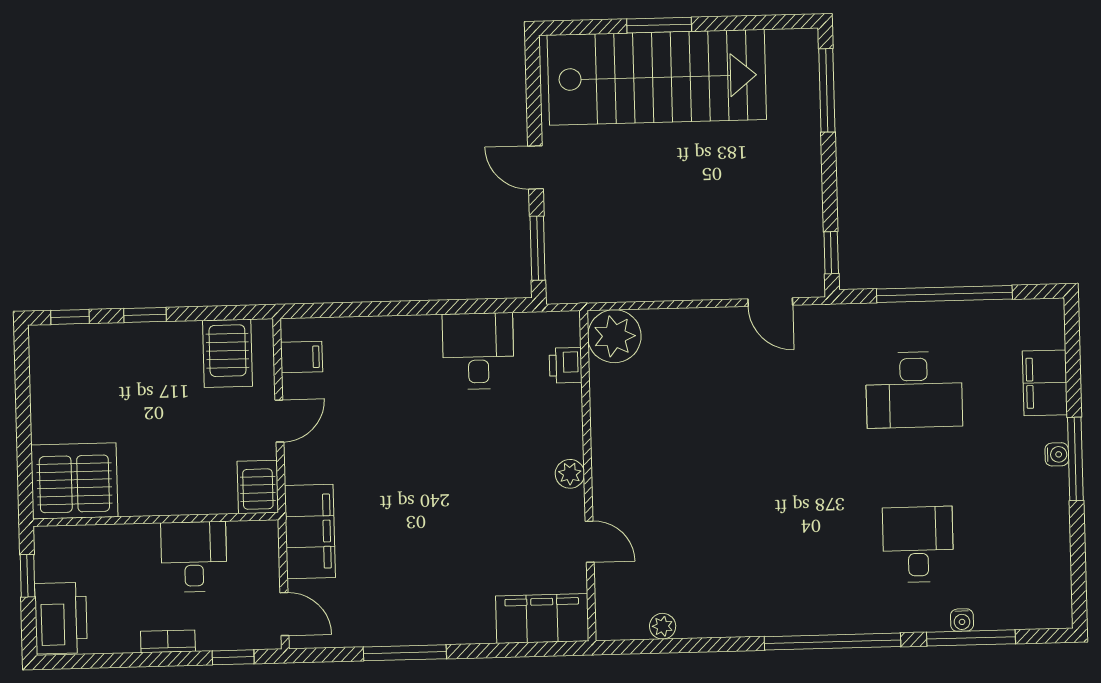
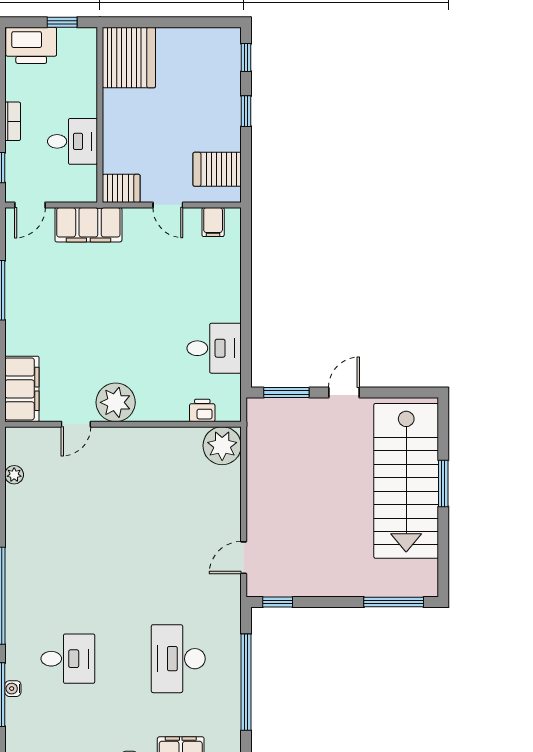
plant: (570, 474) -> (116, 402), width x1.87, depth x1.87

